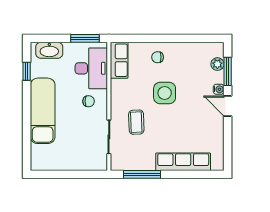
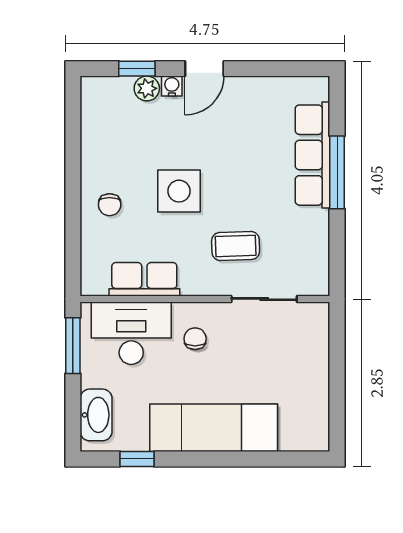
row of seats: (119, 60) -> (144, 279), moved
plant: (217, 64) -> (147, 88), moved
window: (228, 71) -> (137, 69), width x0.67
window: (142, 174) -> (337, 172), moved

